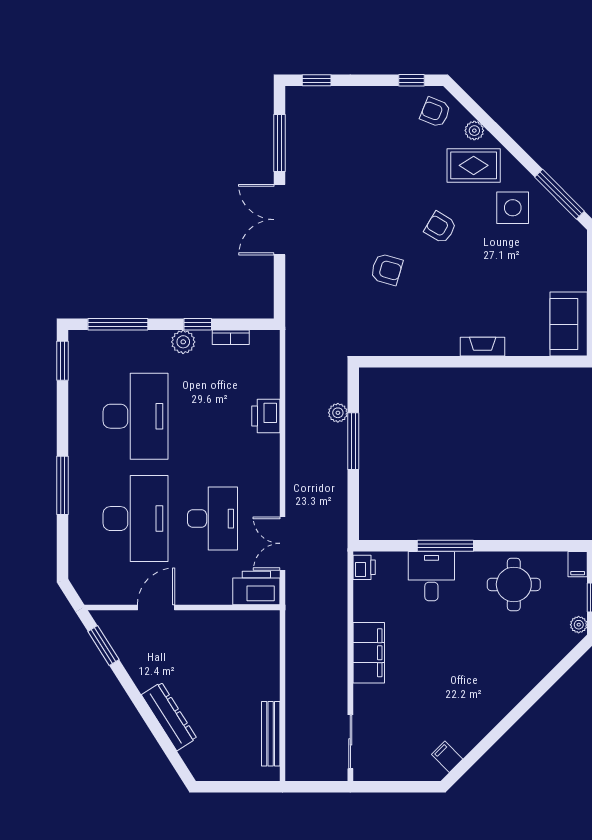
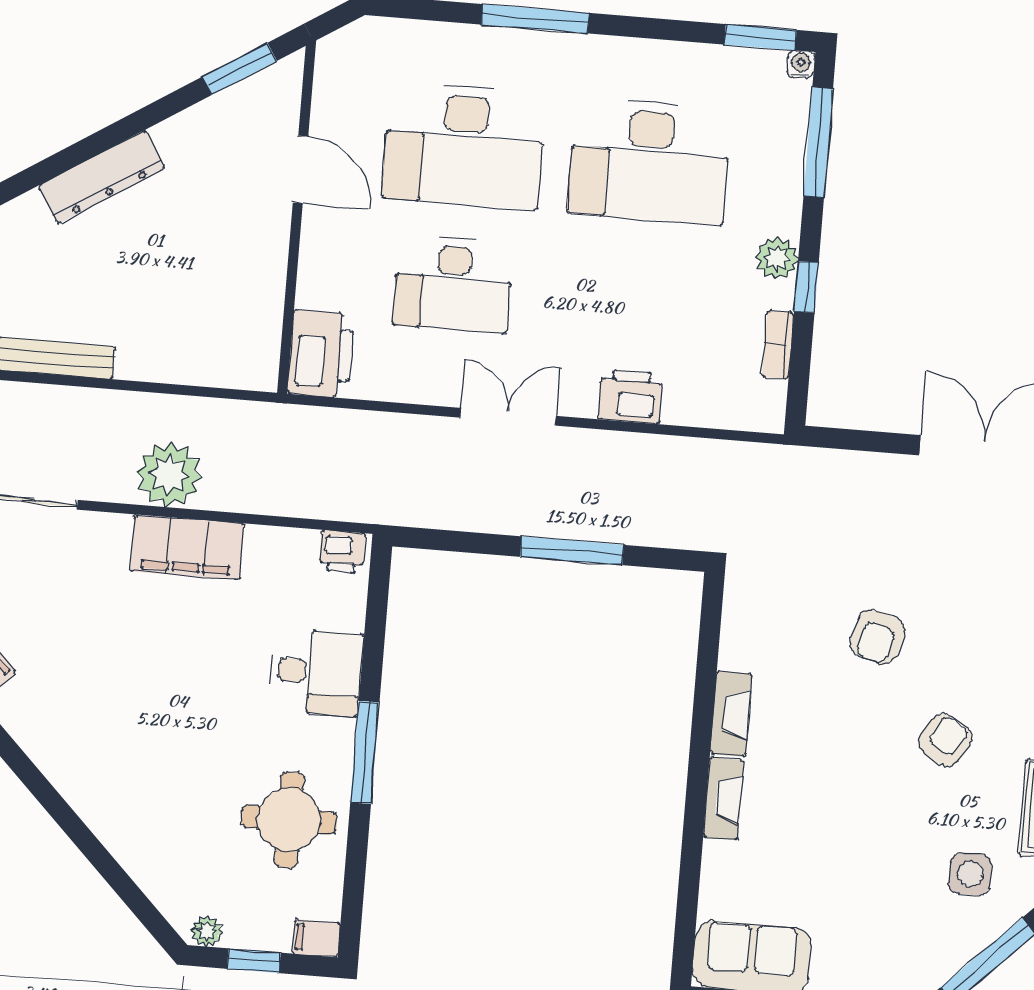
side table: (513, 208) -> (970, 874), width x0.73, depth x0.73
water cooler: (76, 337) -> (801, 64), added
fireplace: (436, 346) -> (731, 714), added
plant: (338, 413) -> (169, 474), moved, width x1.88, depth x1.88
double door: (282, 543) -> (508, 417), moved
window: (445, 546) -> (365, 752), moved

